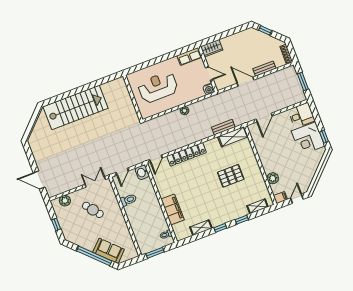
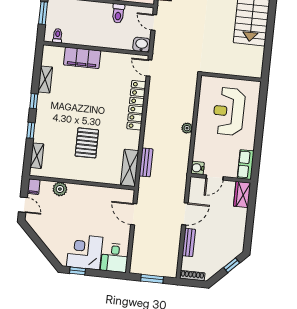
reception desk: (158, 87) -> (229, 111), turned 180

